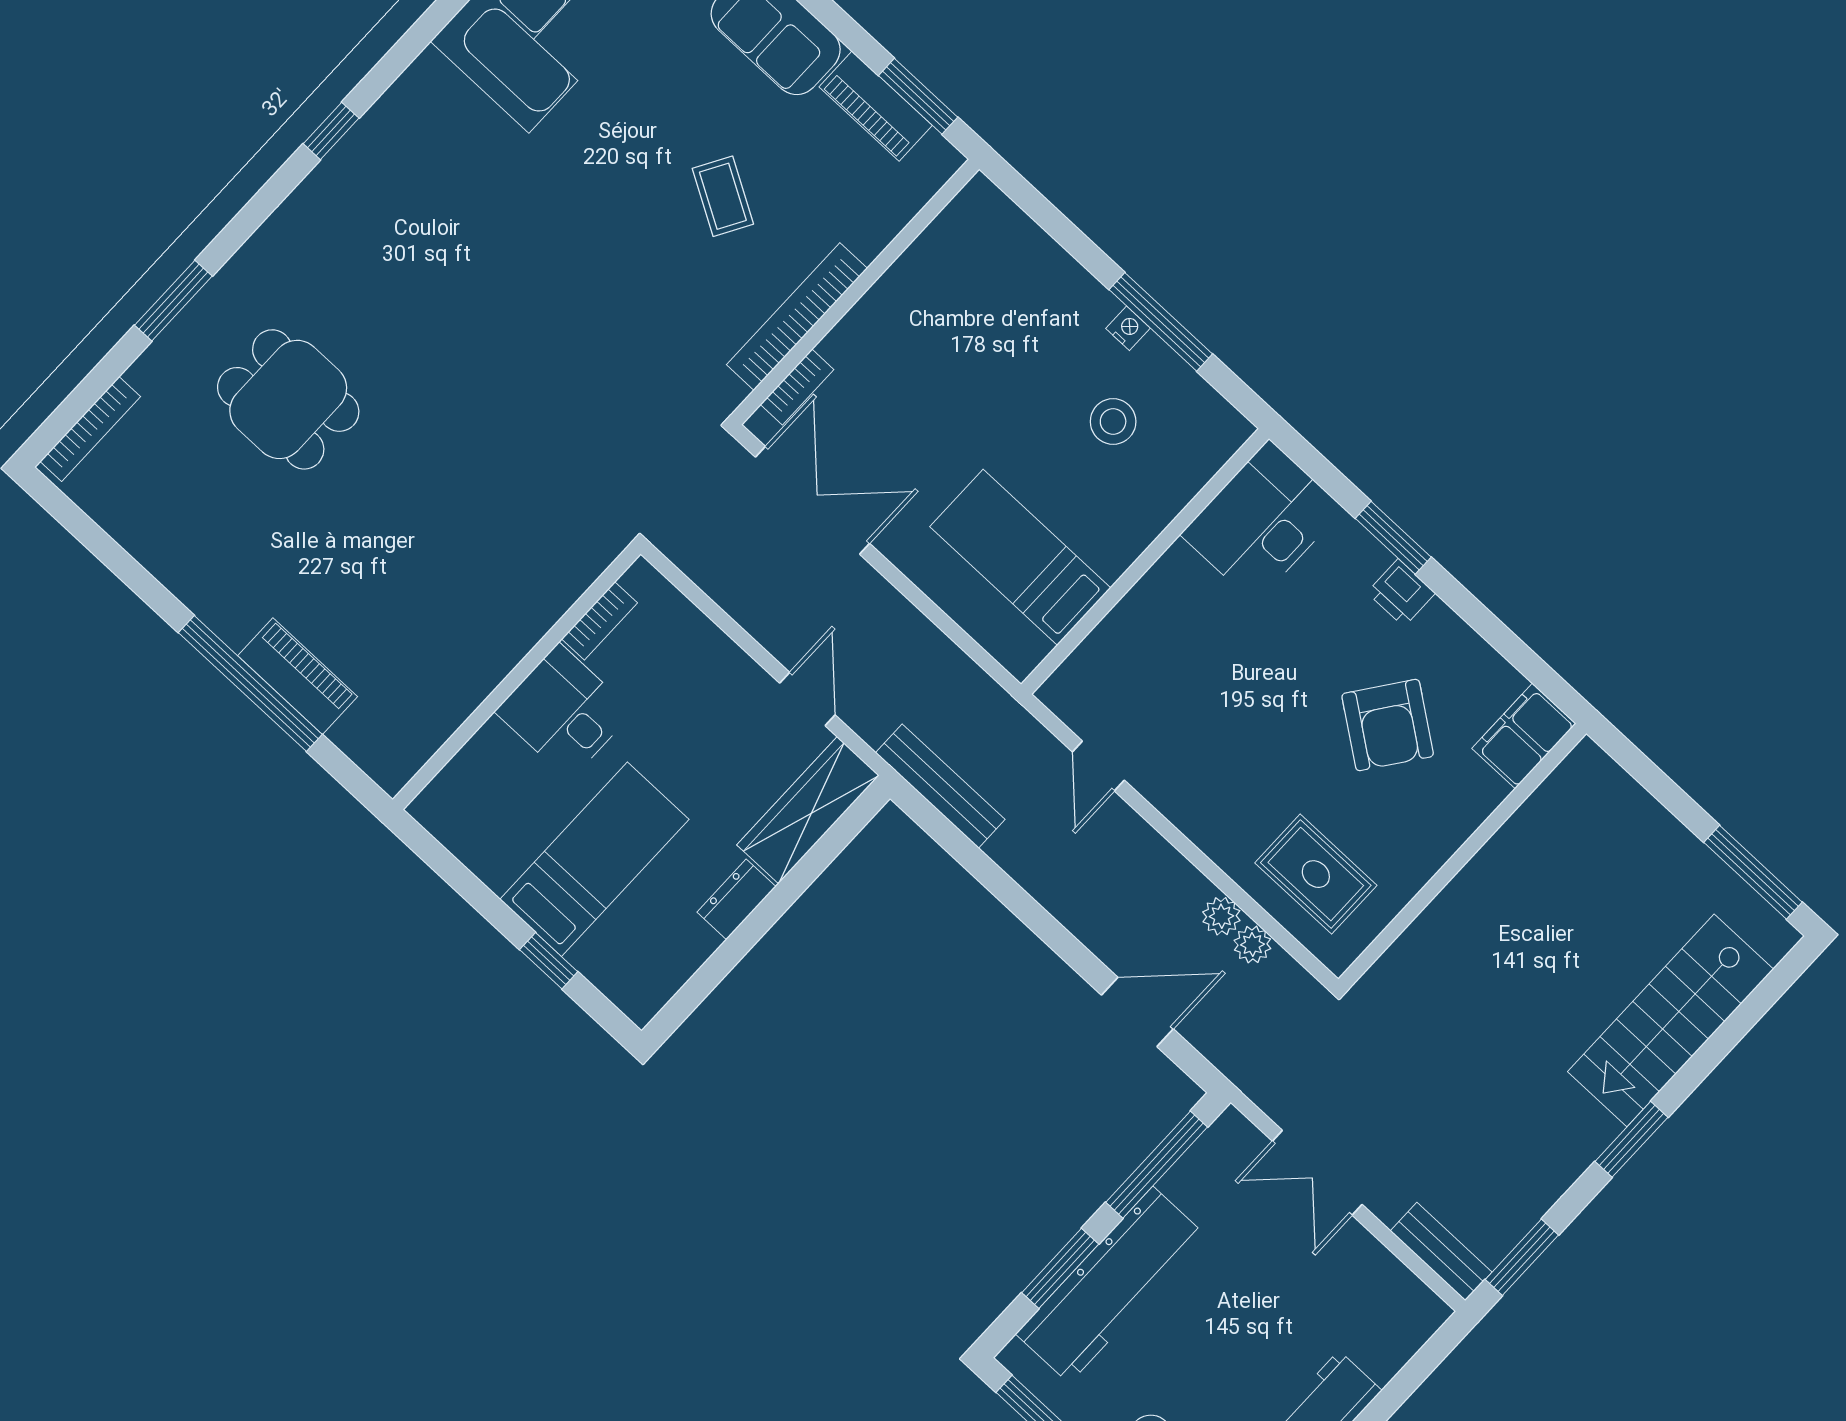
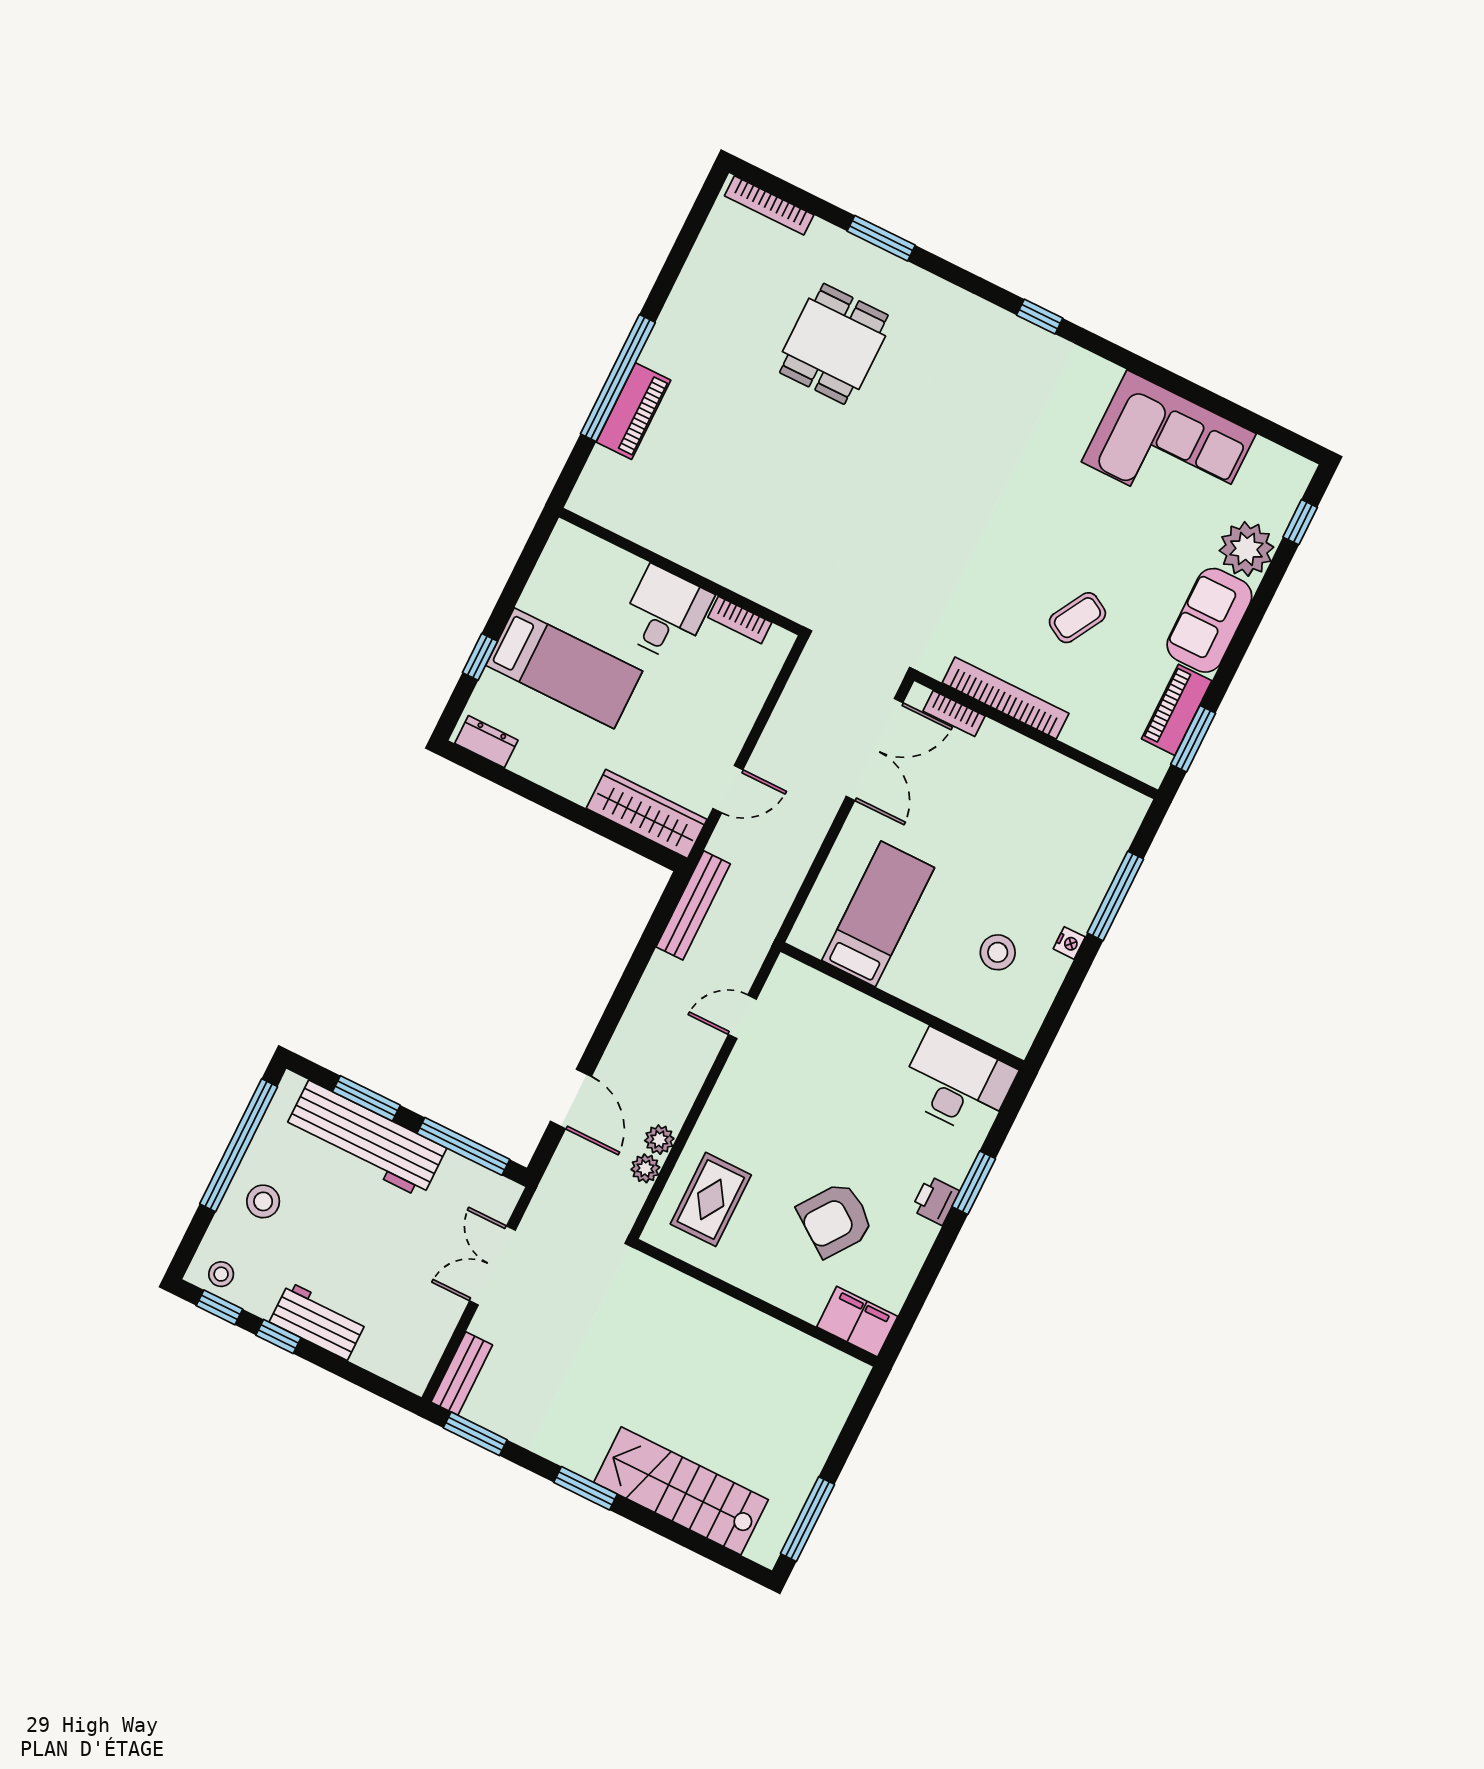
window: (1161, 322) -> (1115, 896), moved
dresser: (736, 899) -> (486, 742), moved

